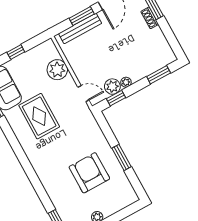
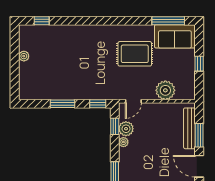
window: (104, 125) -> (98, 104), added
armchair: (89, 173) -> (64, 70), removed

